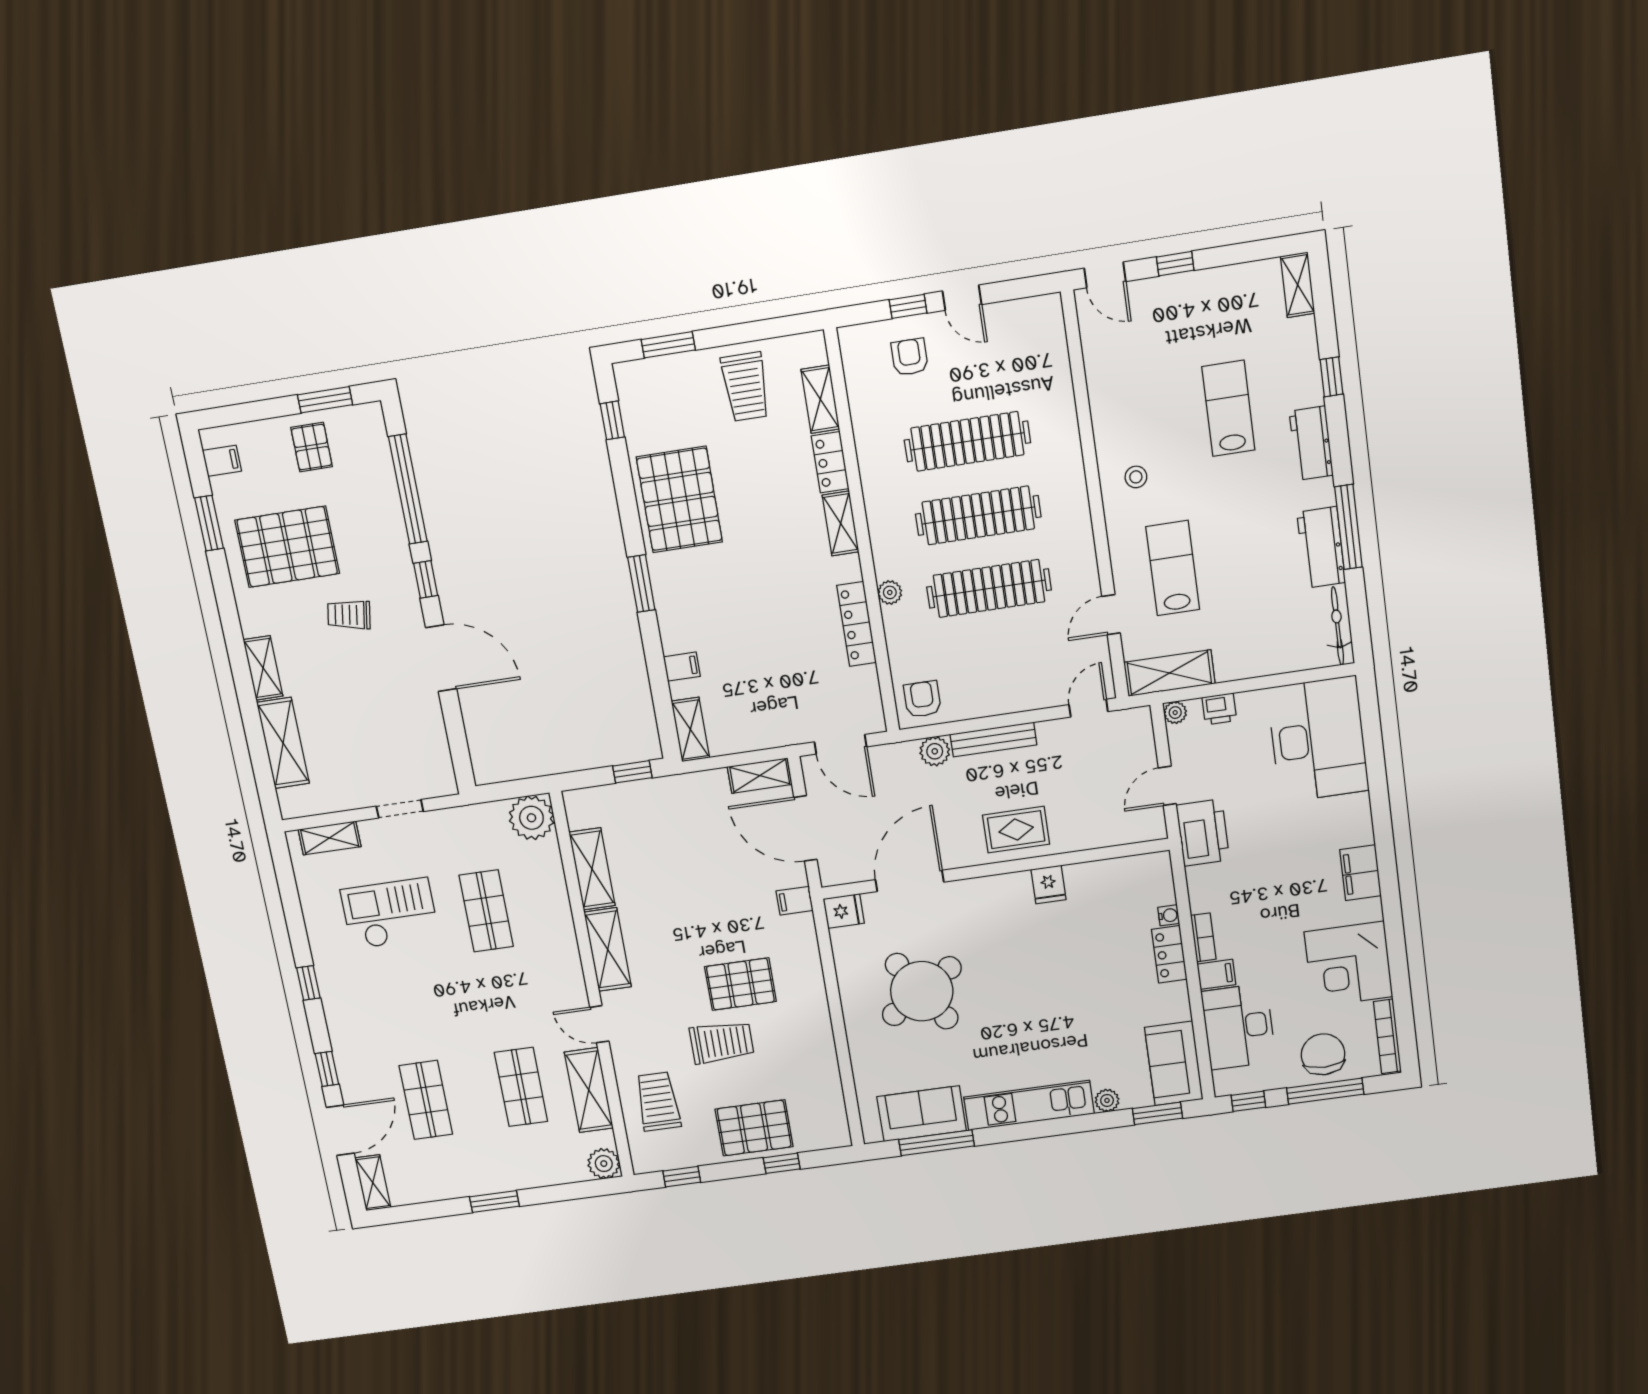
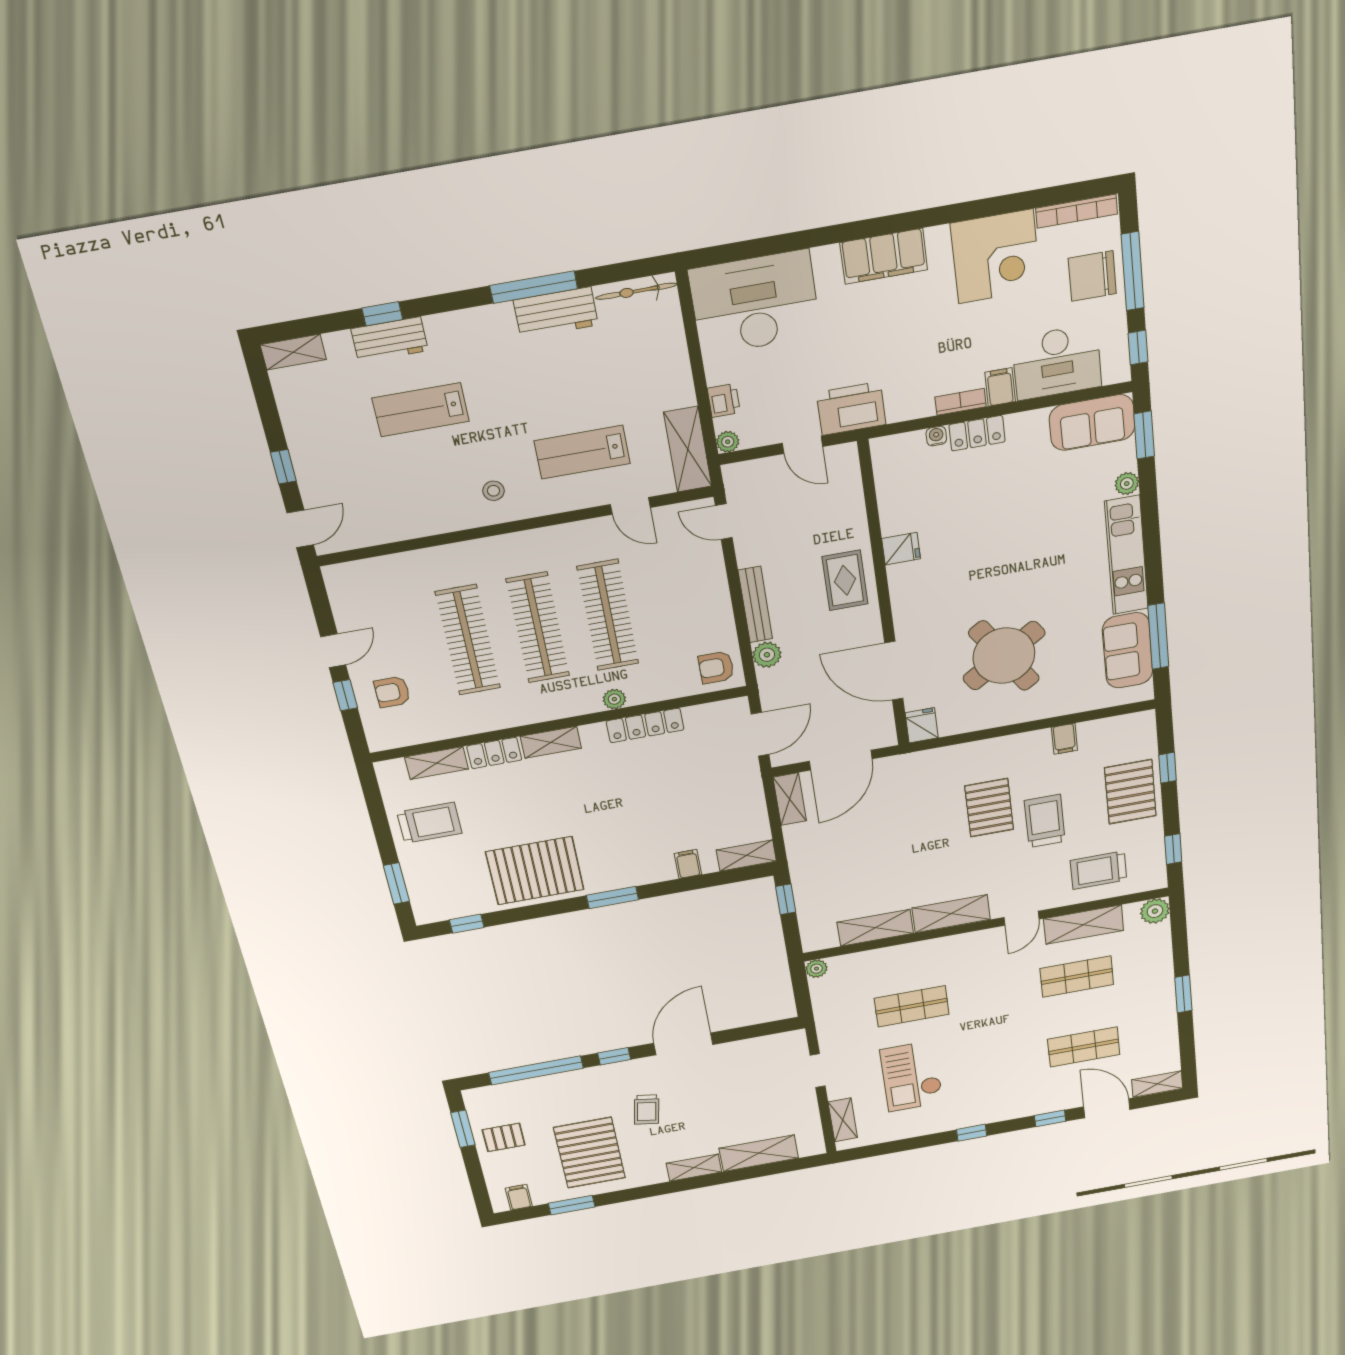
workbench: (1311, 443) -> (390, 340), moved
plant: (531, 818) -> (816, 969), width x0.53, depth x0.53
filing cabinet: (1361, 873) -> (884, 256), width x1.50, depth x1.17
filing cabinet: (795, 901) -> (1064, 739), moved

